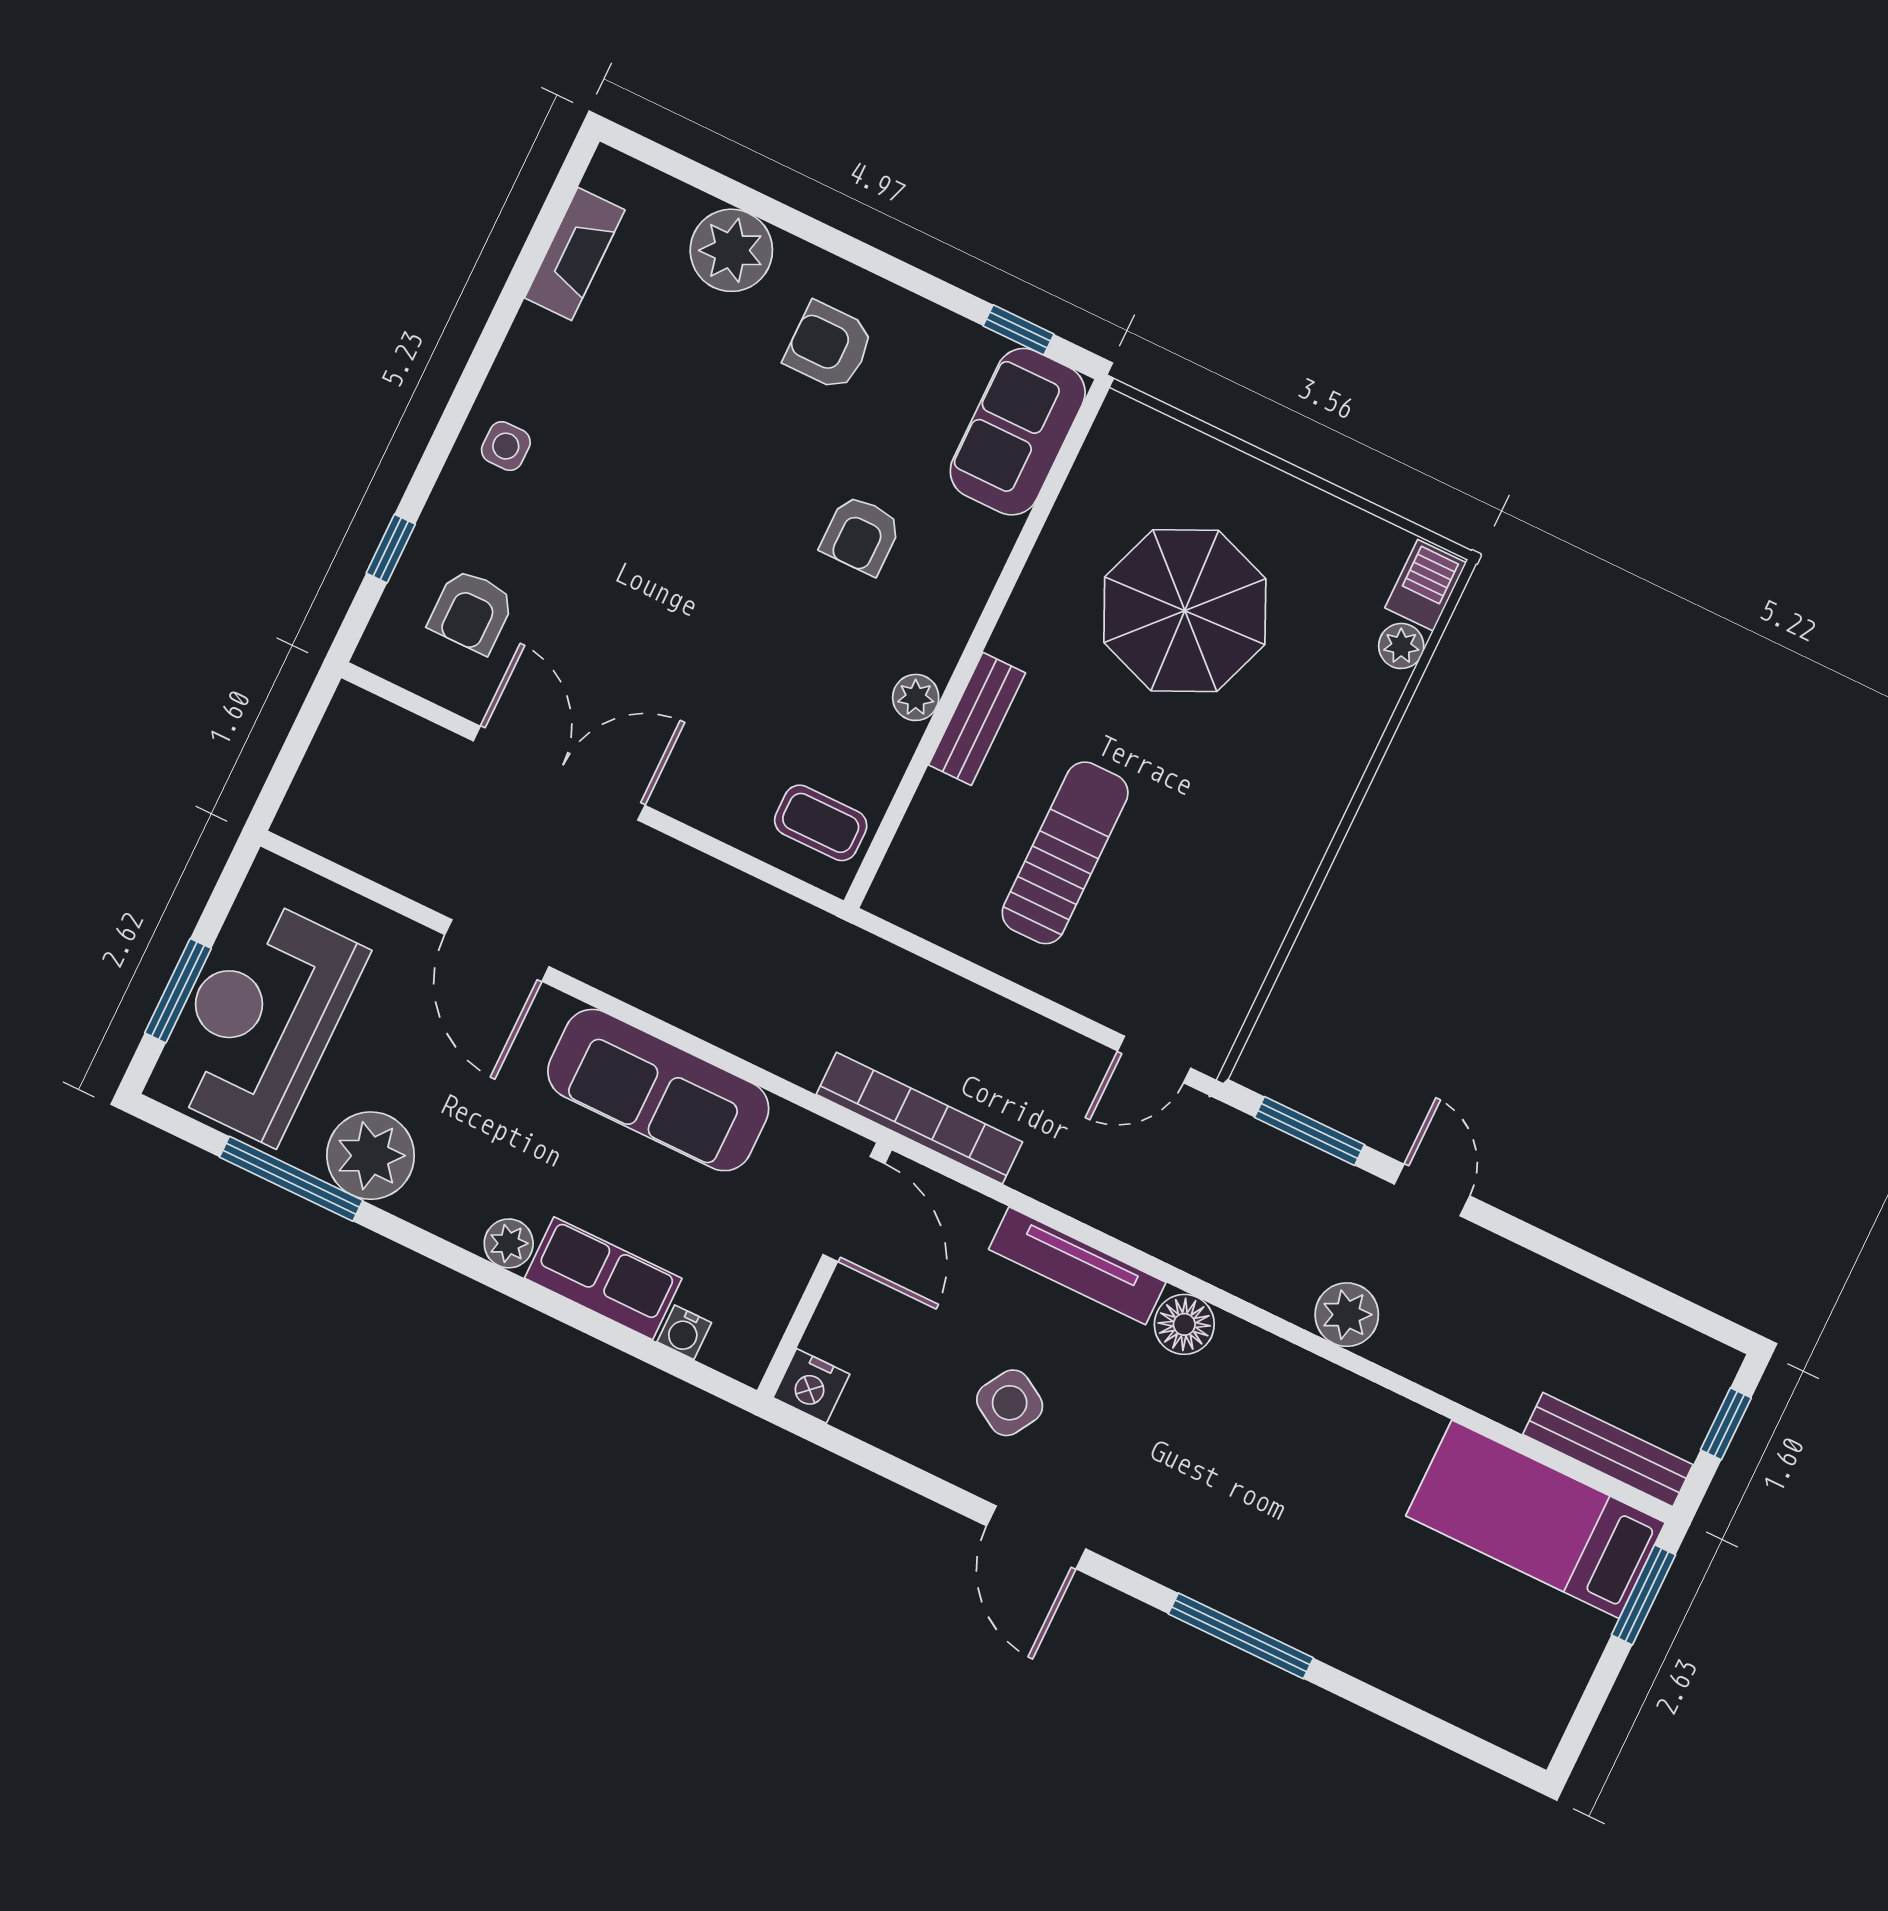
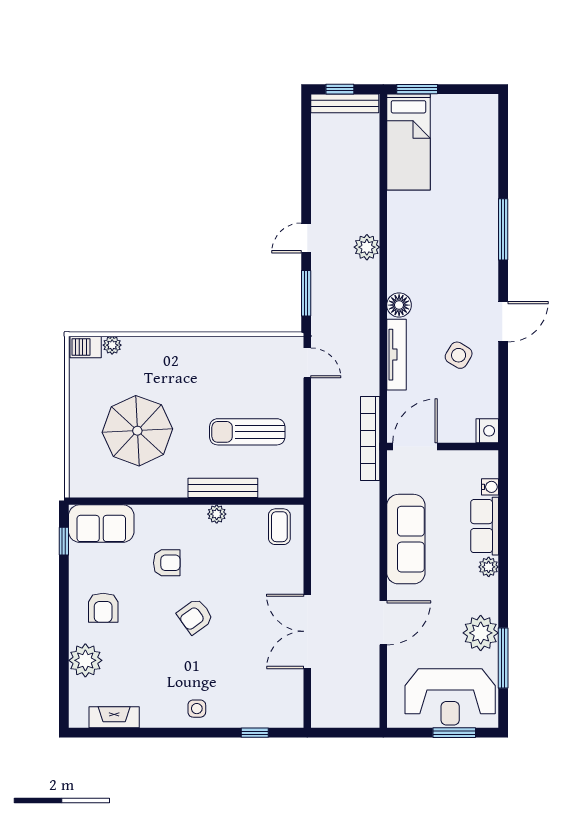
armchair: (471, 611) -> (195, 616), moved, turned 144
bench: (977, 719) -> (223, 488), width x1.36
bench: (1608, 1450) -> (345, 103), moved, turned 90

